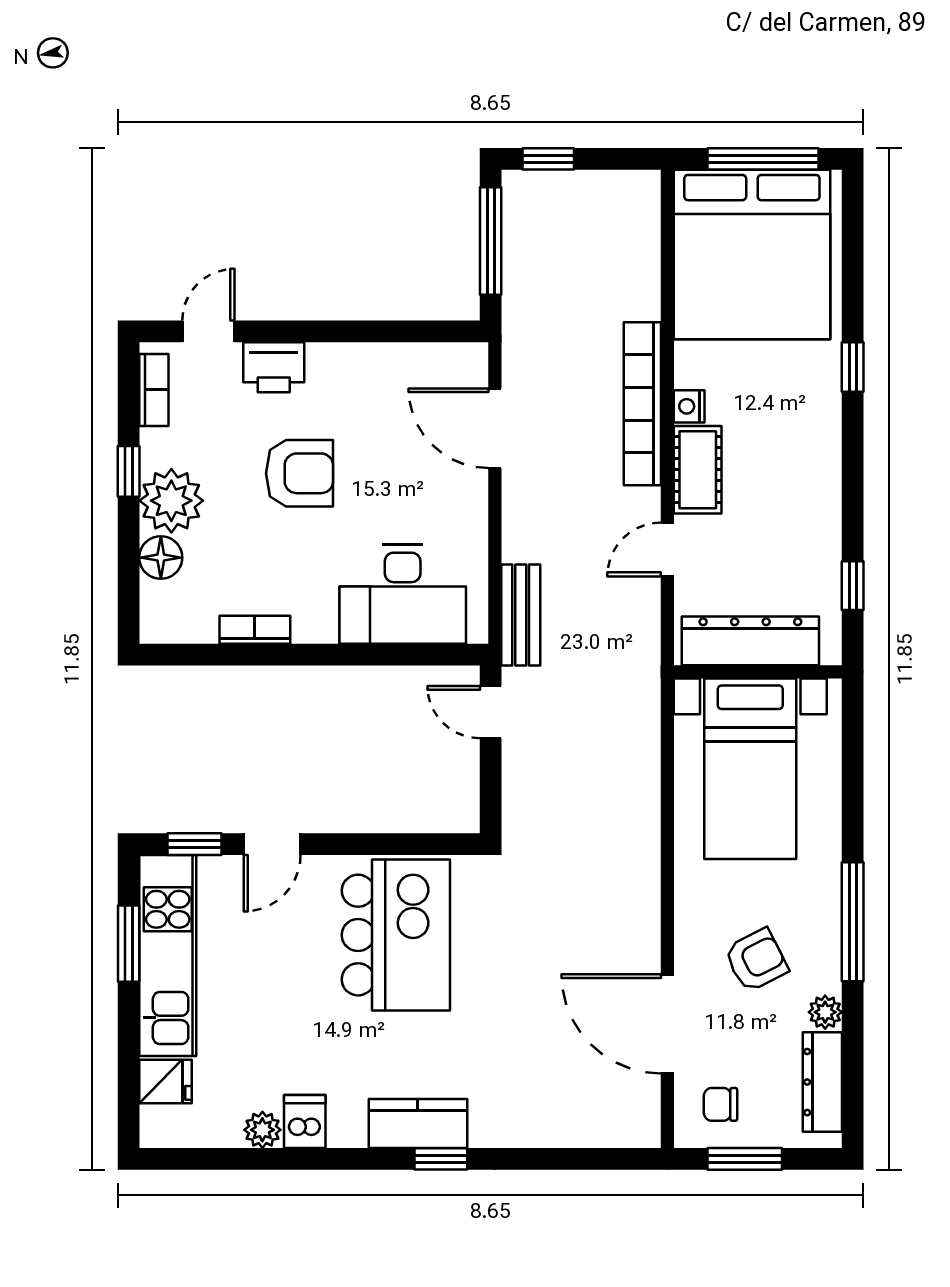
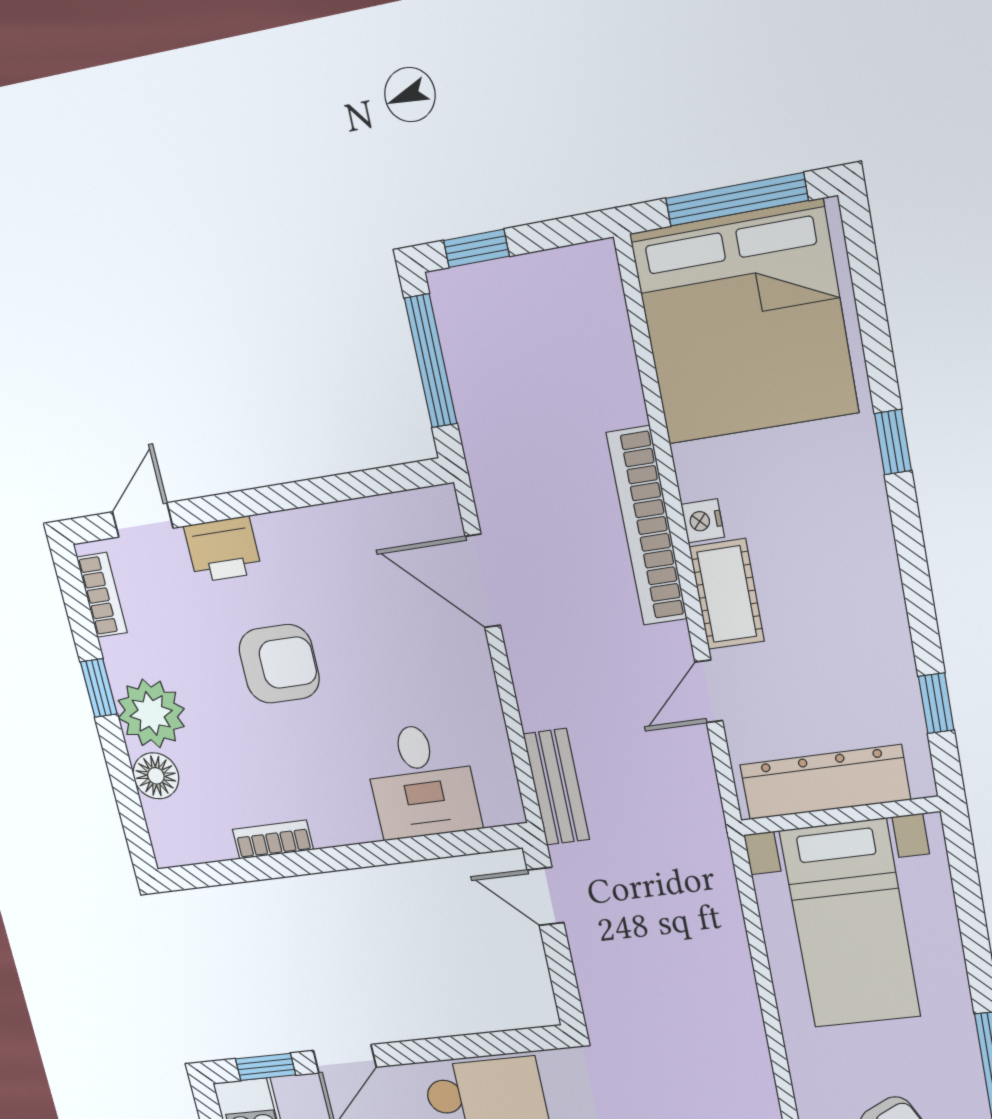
desk: (403, 594) -> (421, 781), width x0.73

